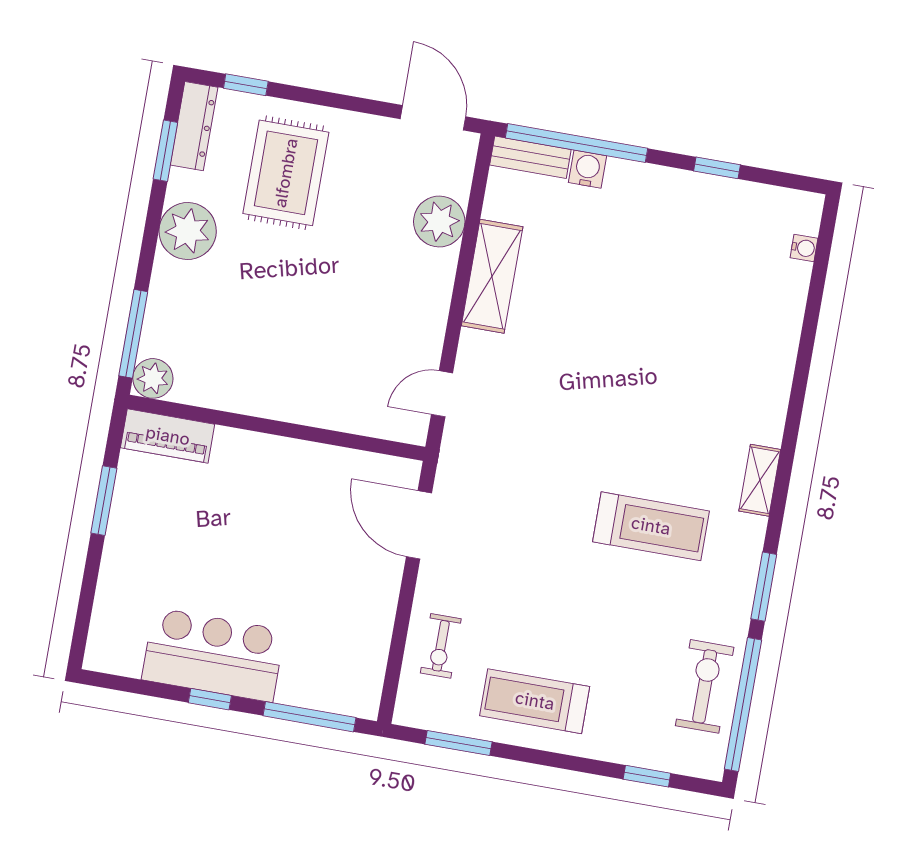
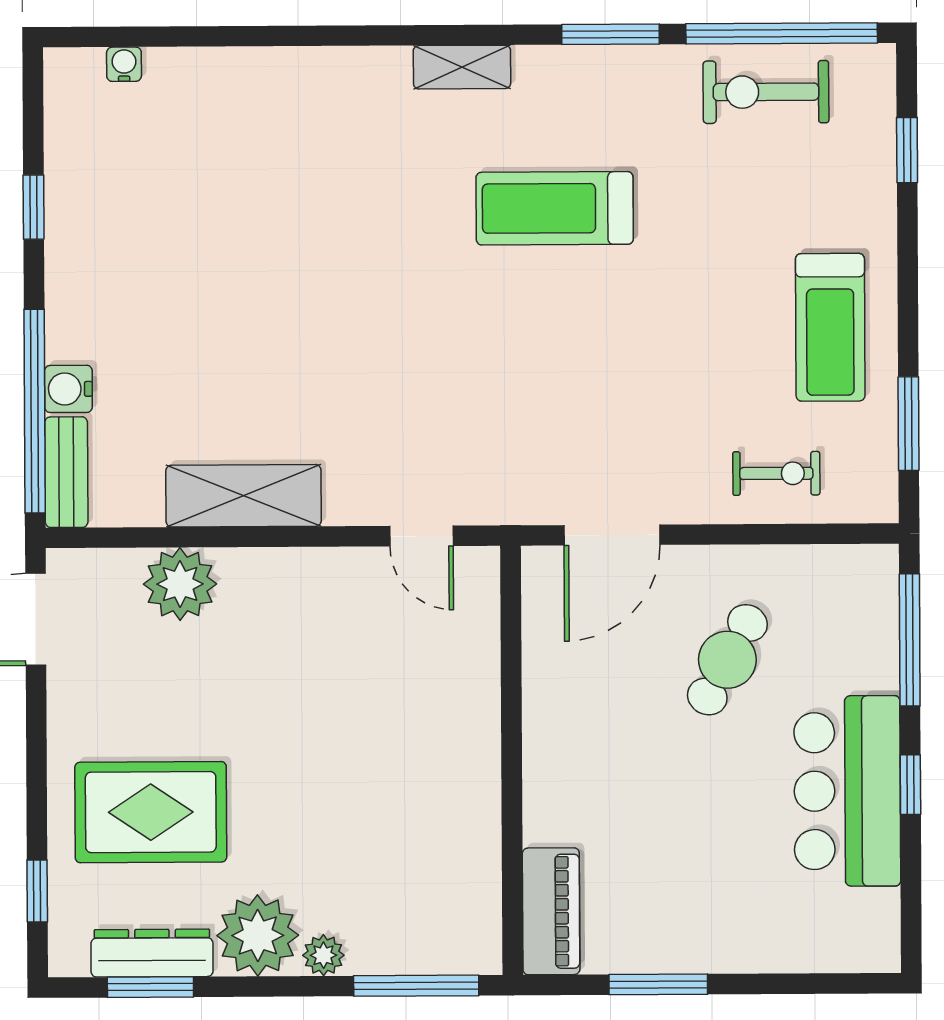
dresser: (194, 126) -> (152, 953), moved
plant: (153, 378) -> (323, 955), moved, width x0.73, depth x0.73
treadmill: (651, 526) -> (555, 208), turned -90
cafe table: (319, 589) -> (727, 660), added

